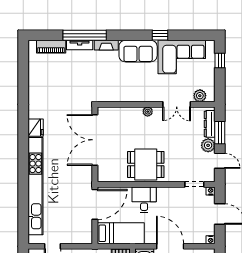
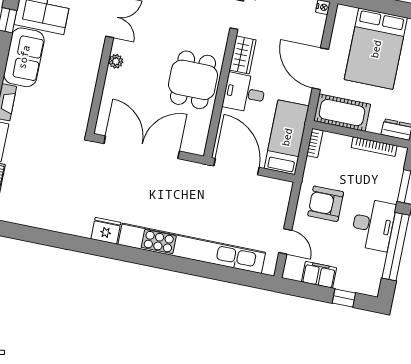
double door: (95, 140) -> (142, 147), swing flipped
wardrobe: (169, 194) -> (243, 55), added
door: (170, 246) -> (320, 69), hinge flipped

